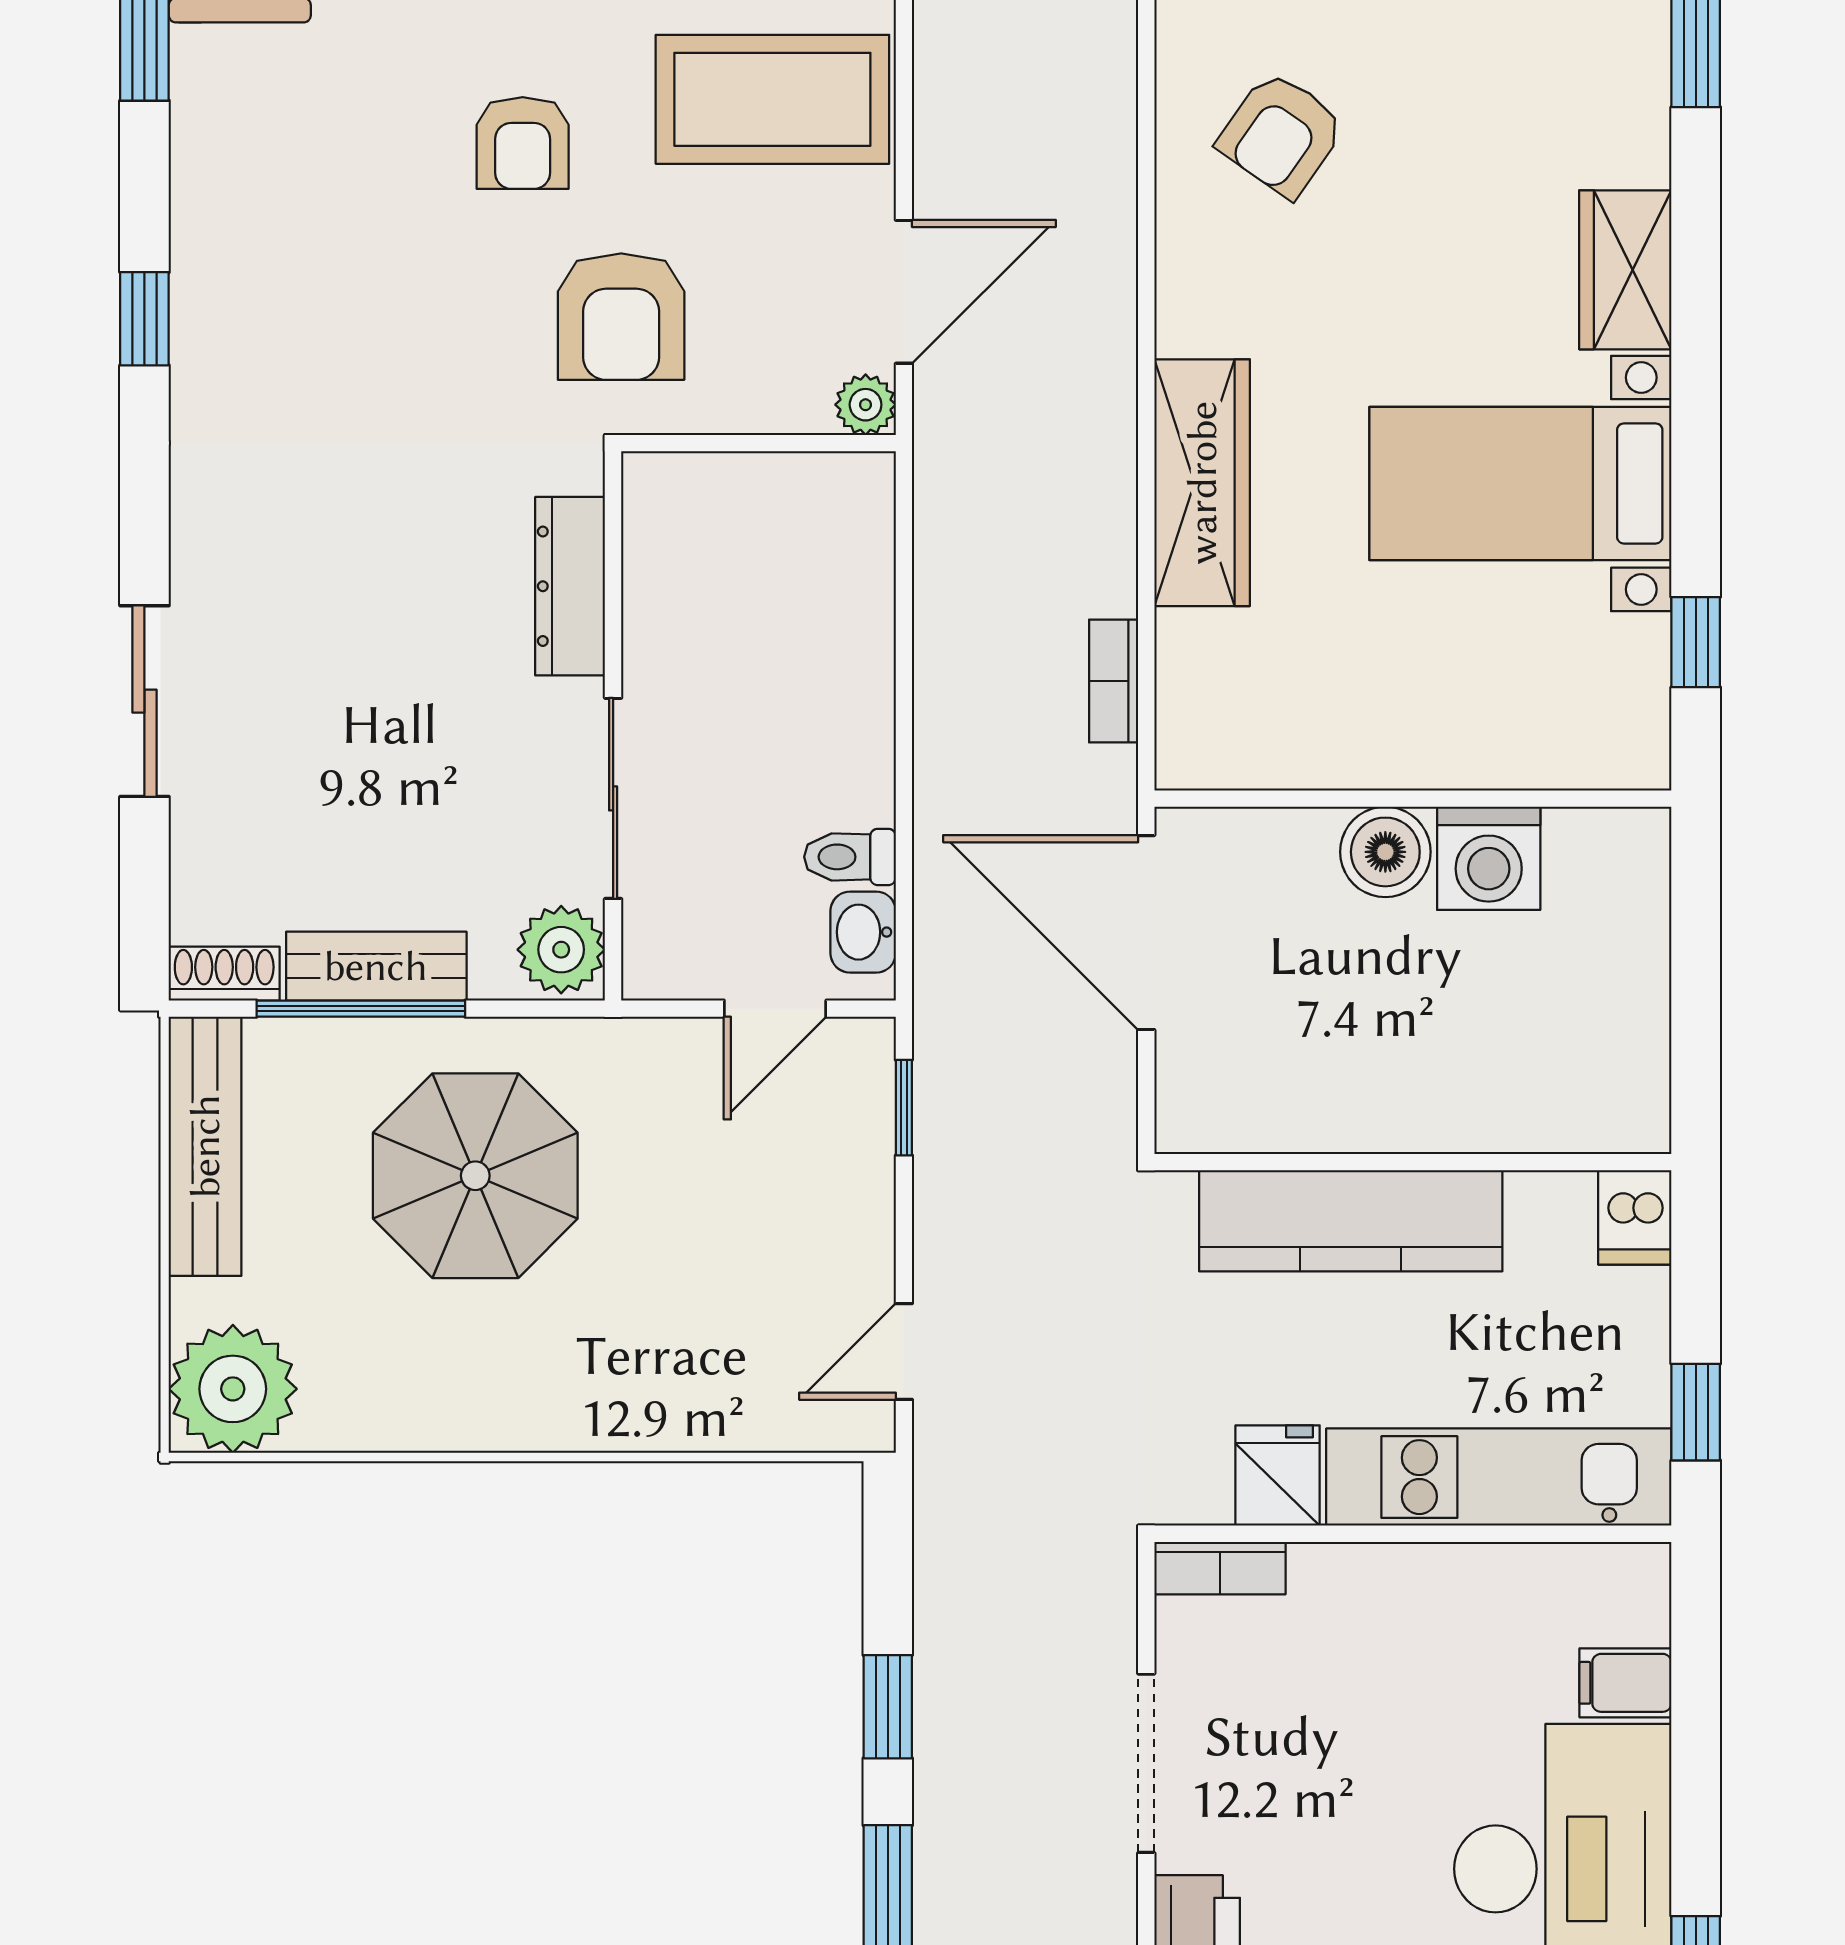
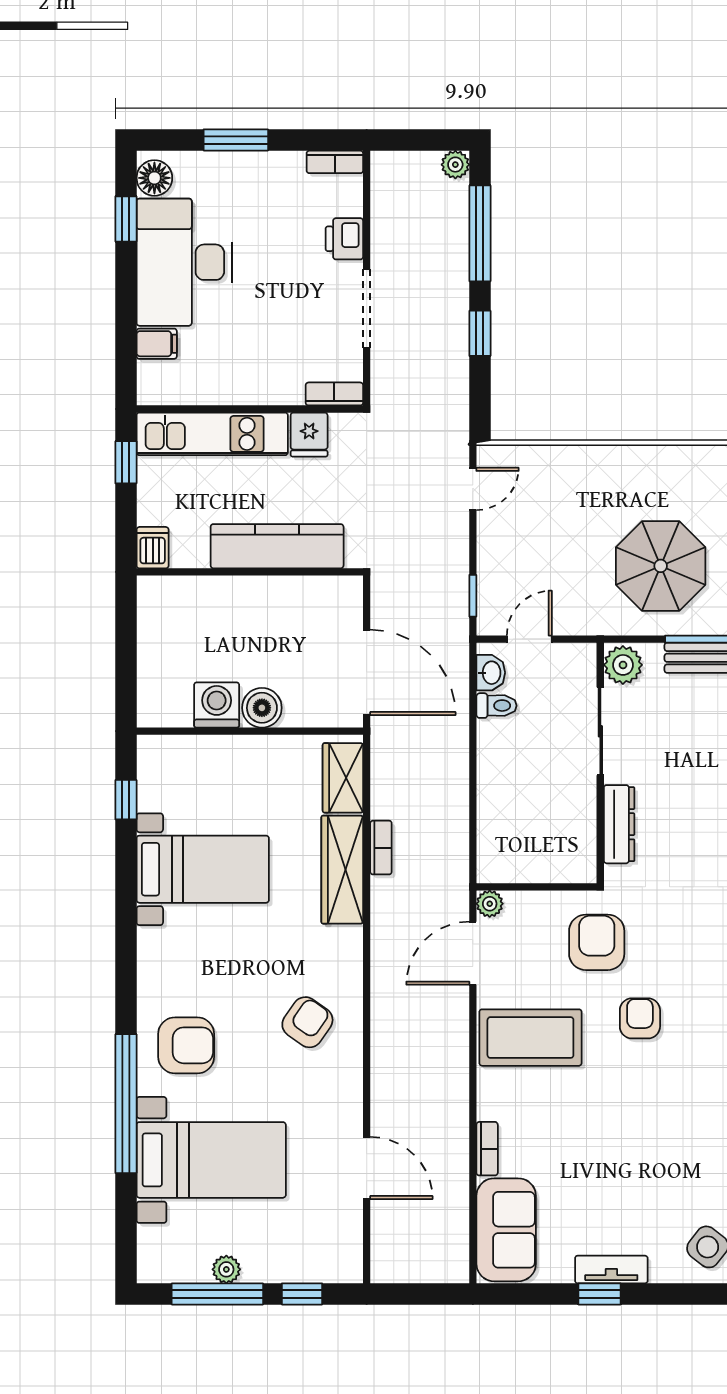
armchair: (1558, 81) -> (186, 1045), added
wardrobe: (1625, 270) -> (343, 778), moved, turned 180
bookcase: (1114, 681) -> (381, 848), moved

